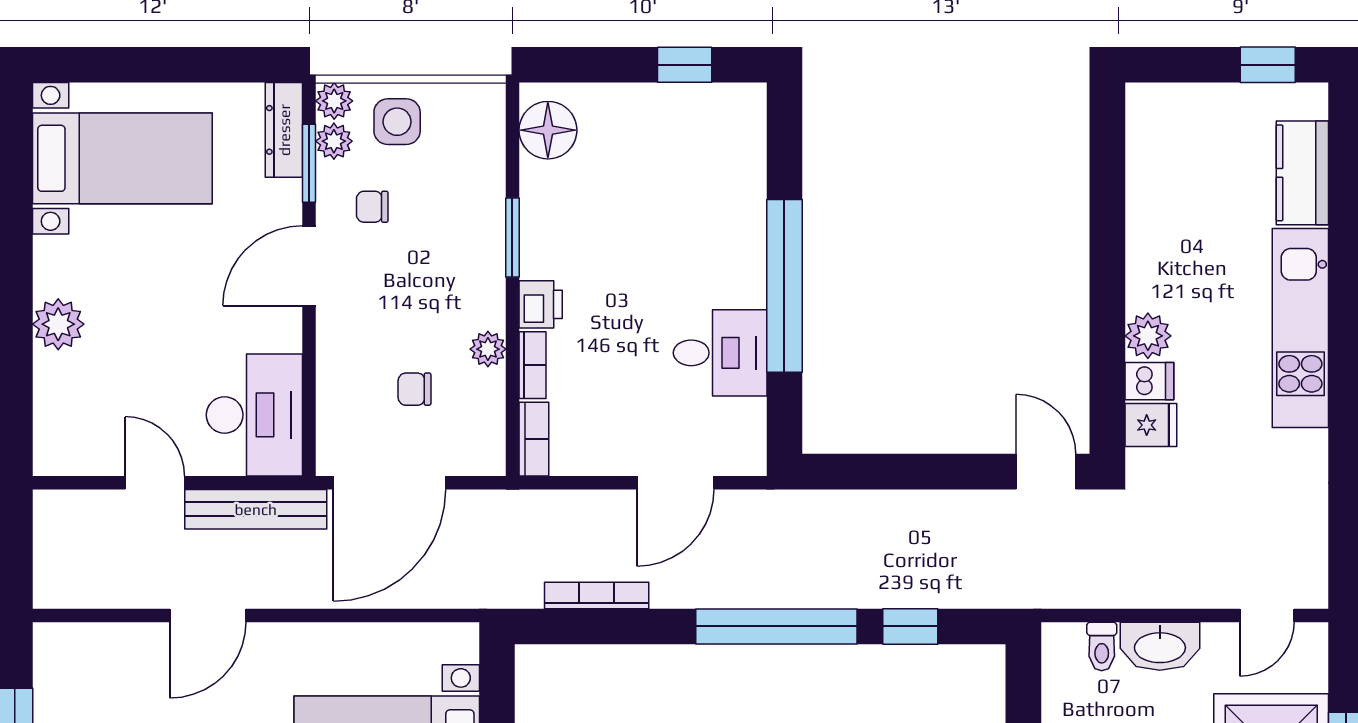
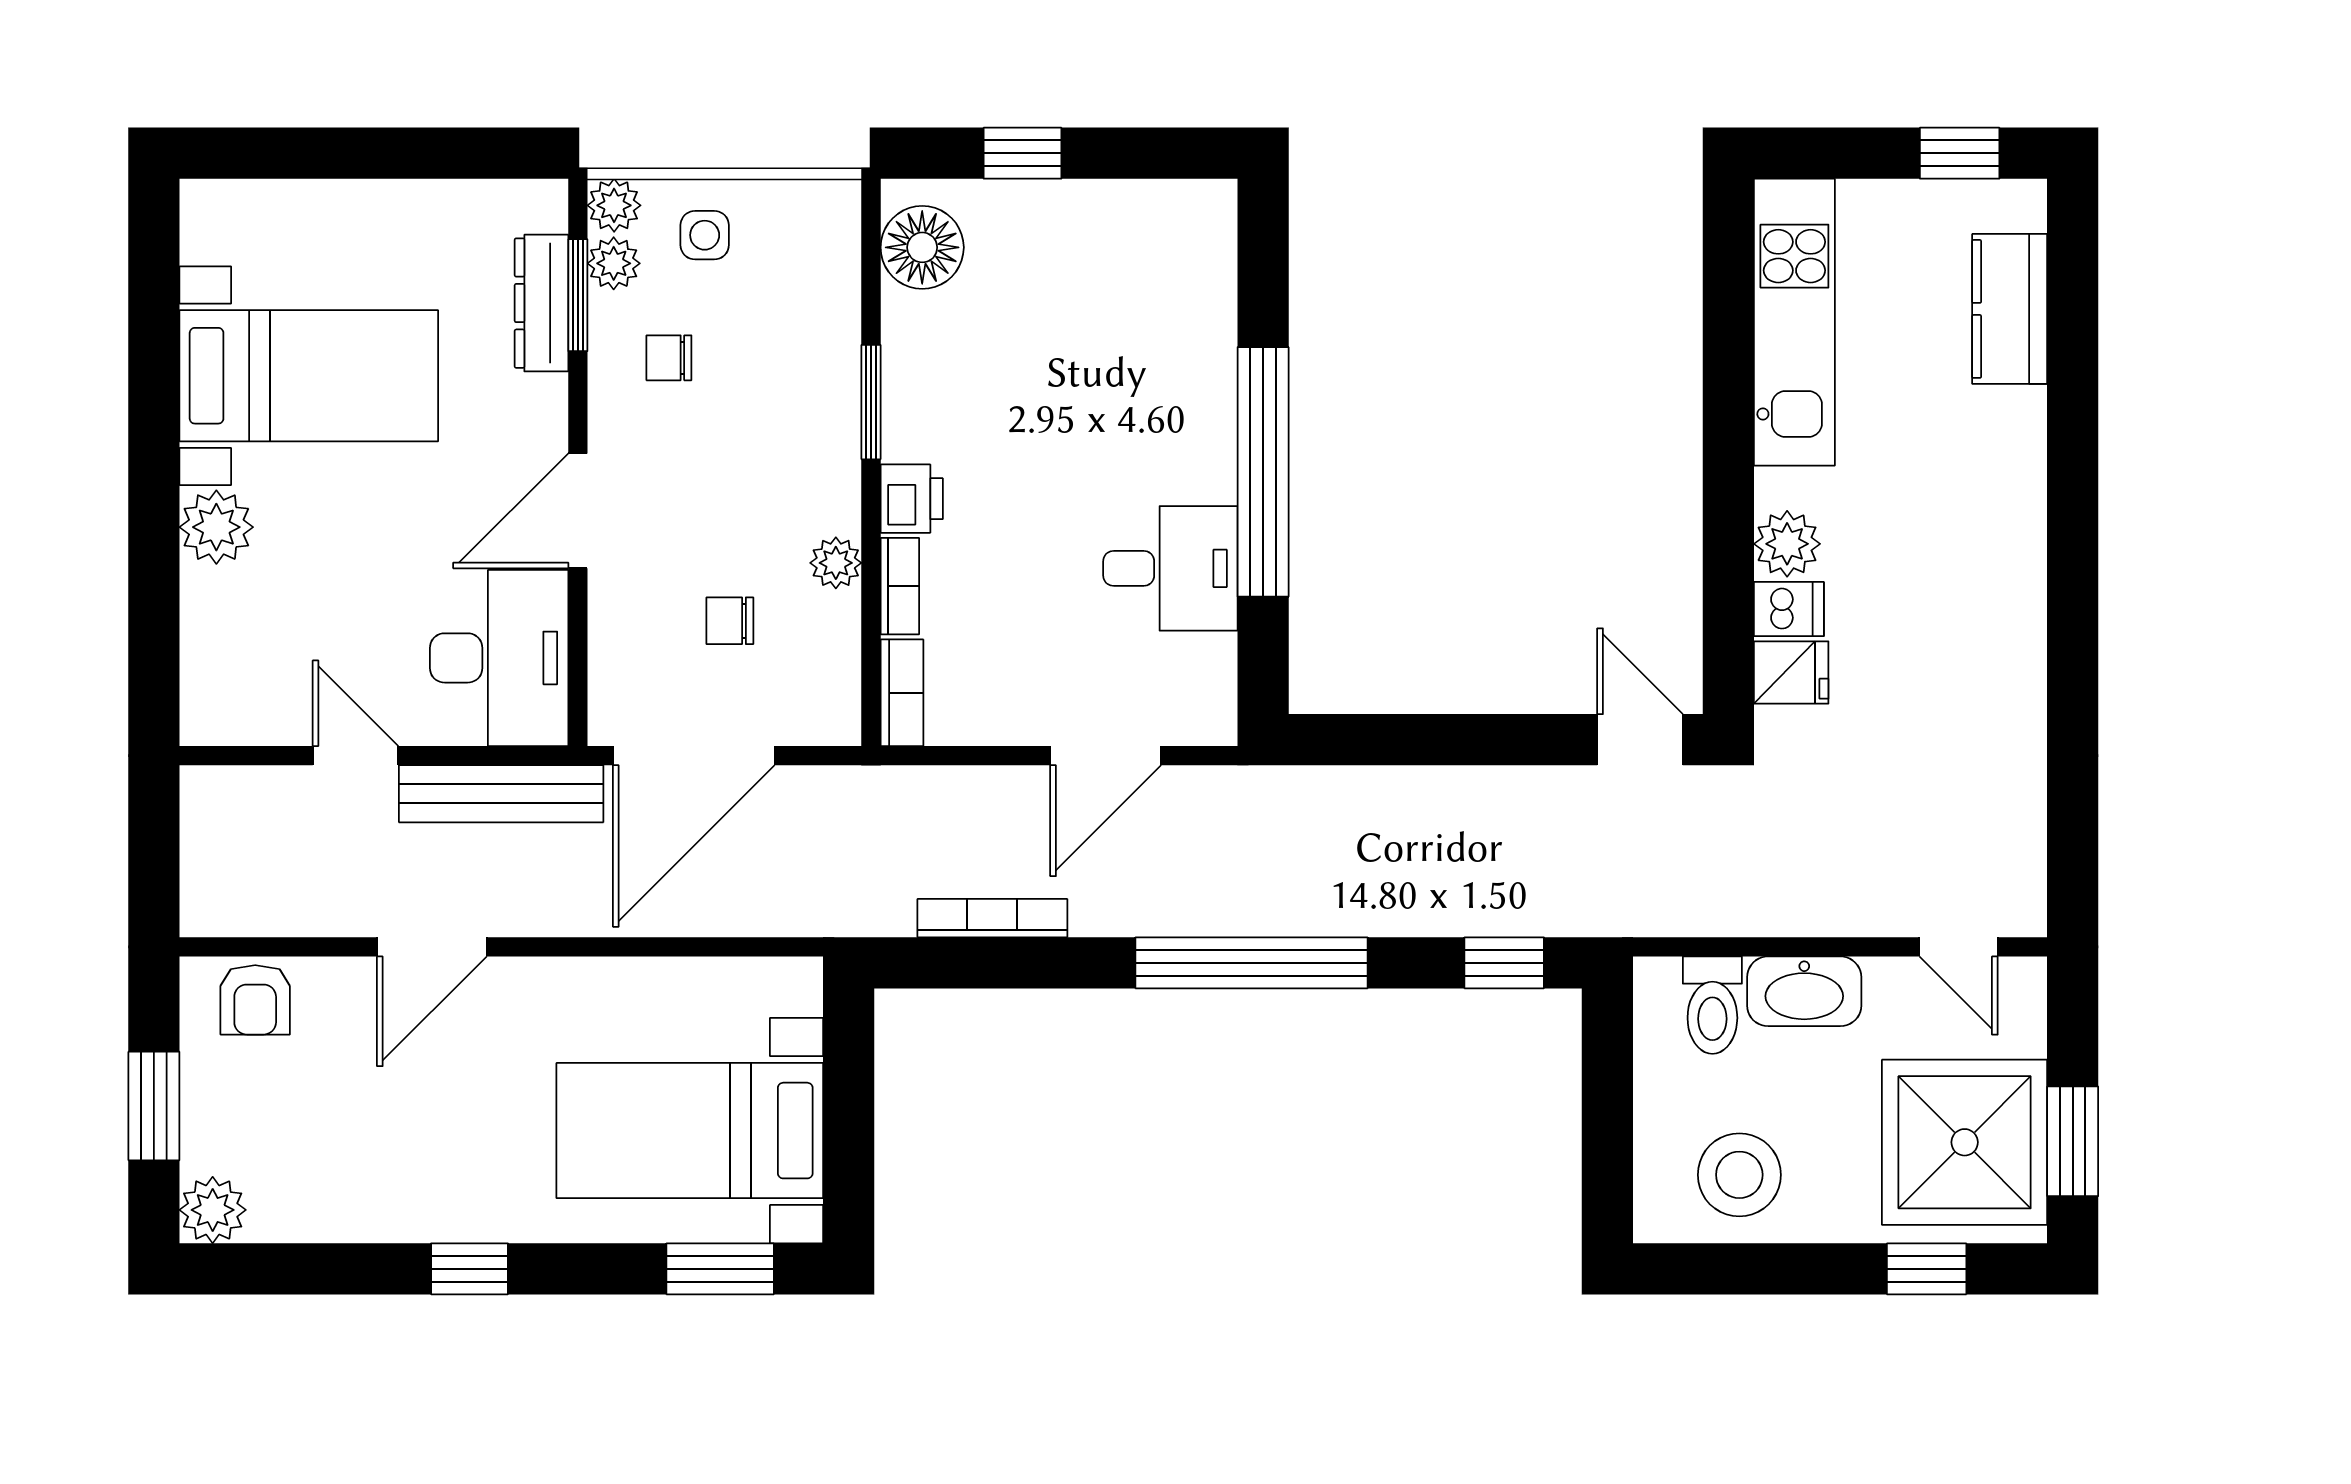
window: (685, 65) -> (1023, 153), moved
side table: (397, 122) -> (705, 235), width x0.73, depth x0.73
dresser: (284, 130) -> (541, 303), moved
bed with nightstands: (122, 158) -> (309, 376), moved
door: (309, 266) -> (578, 511), moved
kitchen unit: (1300, 328) -> (1794, 322), moved, turned 180
door: (1267, 615) -> (1958, 947), hinge flipped
window: (910, 626) -> (1504, 963), moved
toilet: (1102, 646) -> (1712, 1005), width x1.37, depth x1.39
armchair: (85, 652) -> (255, 1000), added

